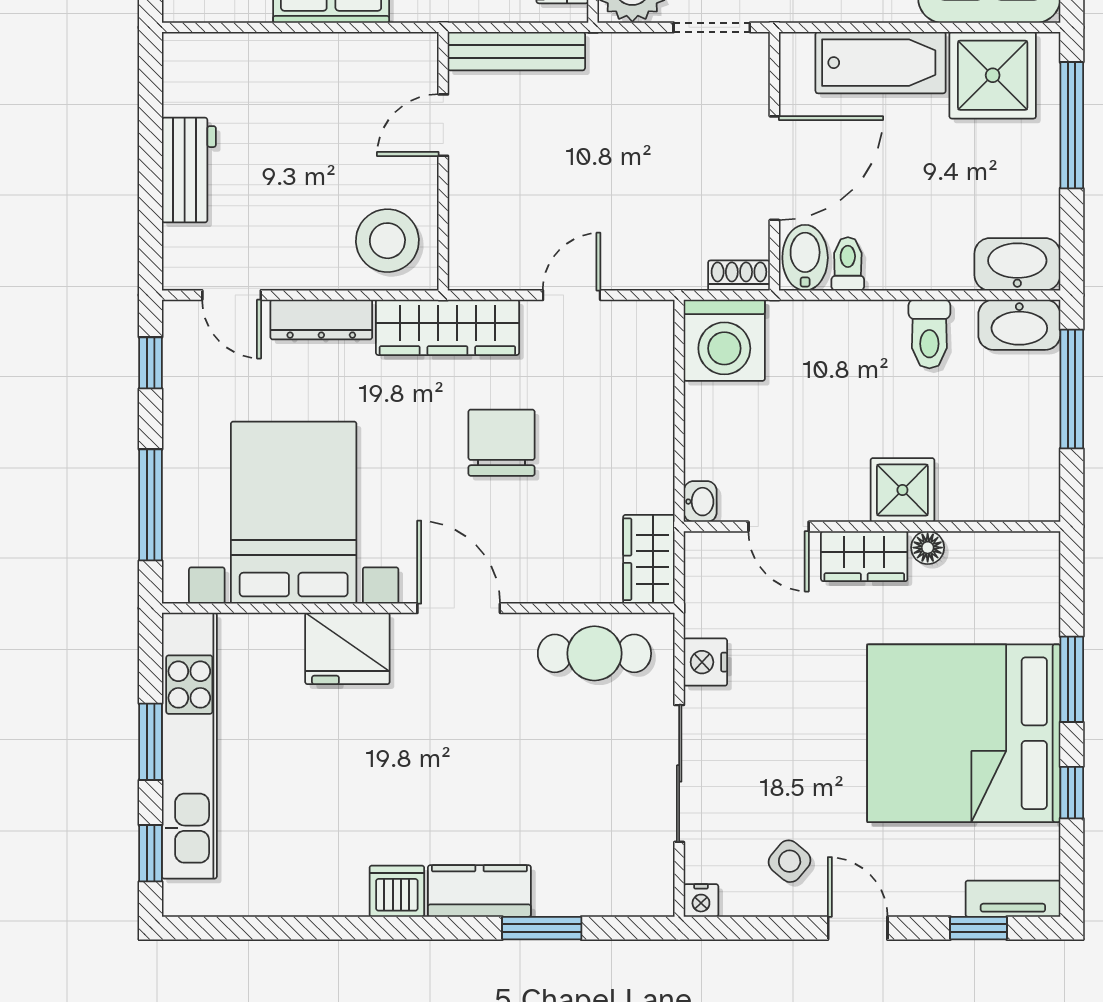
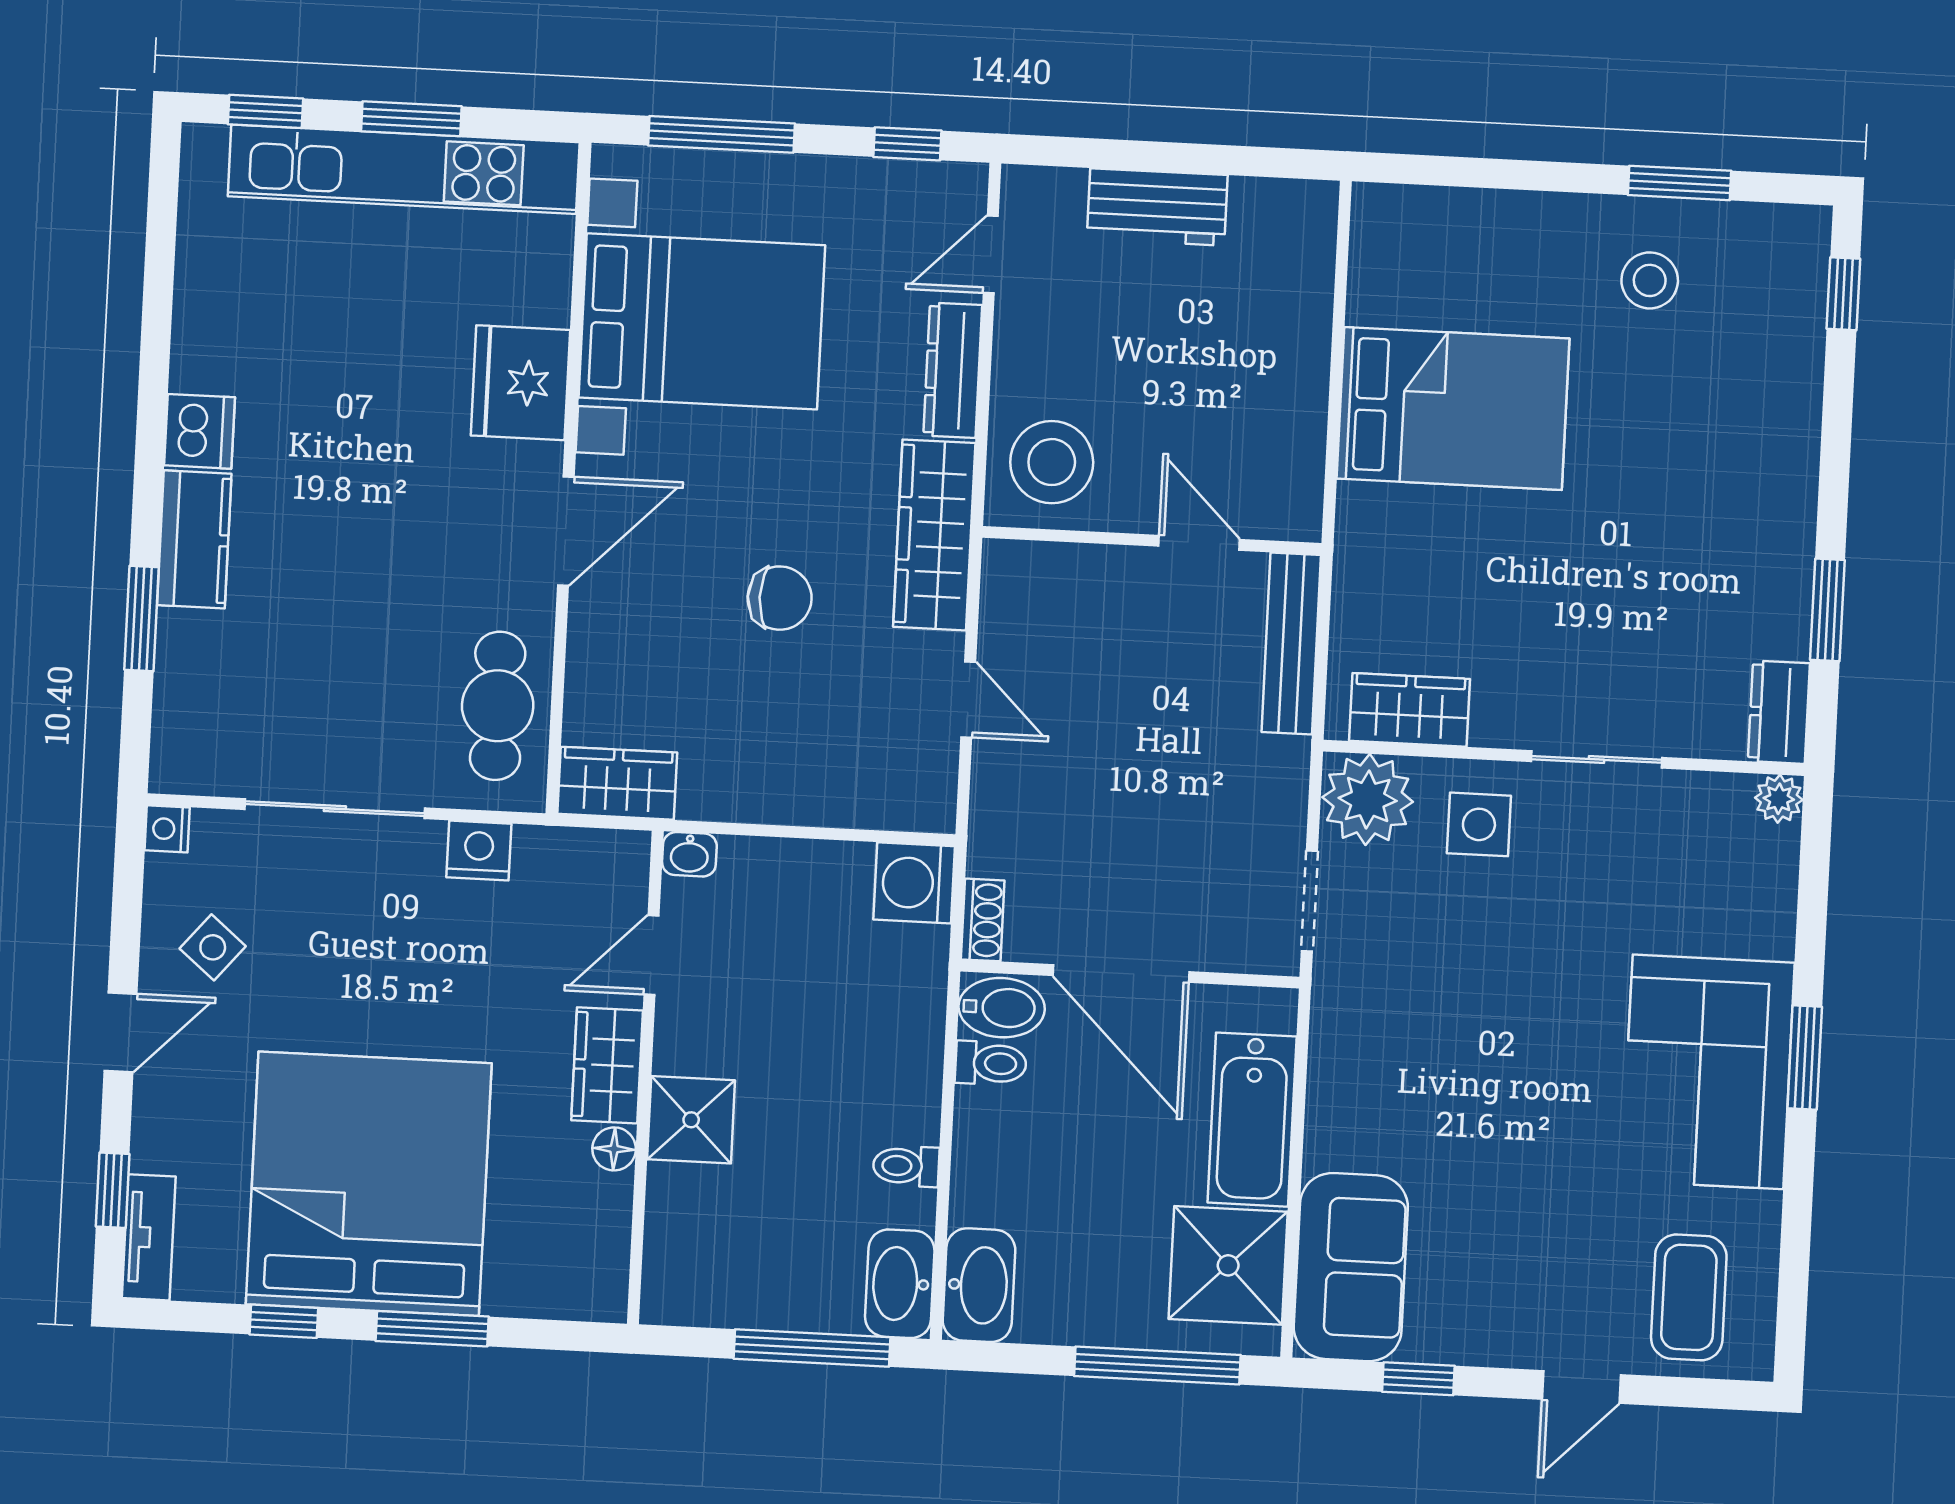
toilet: (929, 334) -> (906, 1166), width x0.73, depth x0.72
washing machine: (724, 340) -> (914, 883), width x0.73, depth x0.73
chair: (502, 443) -> (780, 598), width x0.73, depth x0.73

